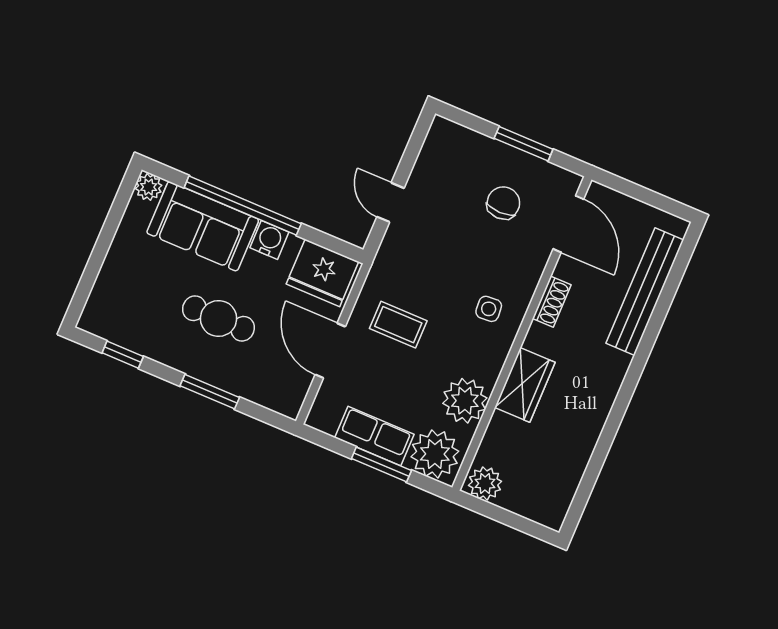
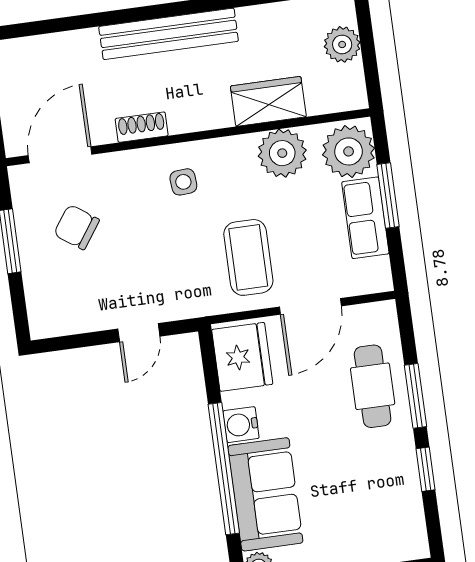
chair: (503, 203) -> (76, 227), turned 35
bench: (645, 292) -> (169, 34), moved
cafe table: (218, 318) -> (373, 386), moved
coffee table: (398, 325) -> (248, 257), width x1.36, depth x1.30
window: (123, 355) -> (426, 469), moved
wardrobe: (525, 385) -> (268, 101), moved
plant: (485, 483) -> (342, 44), moved

